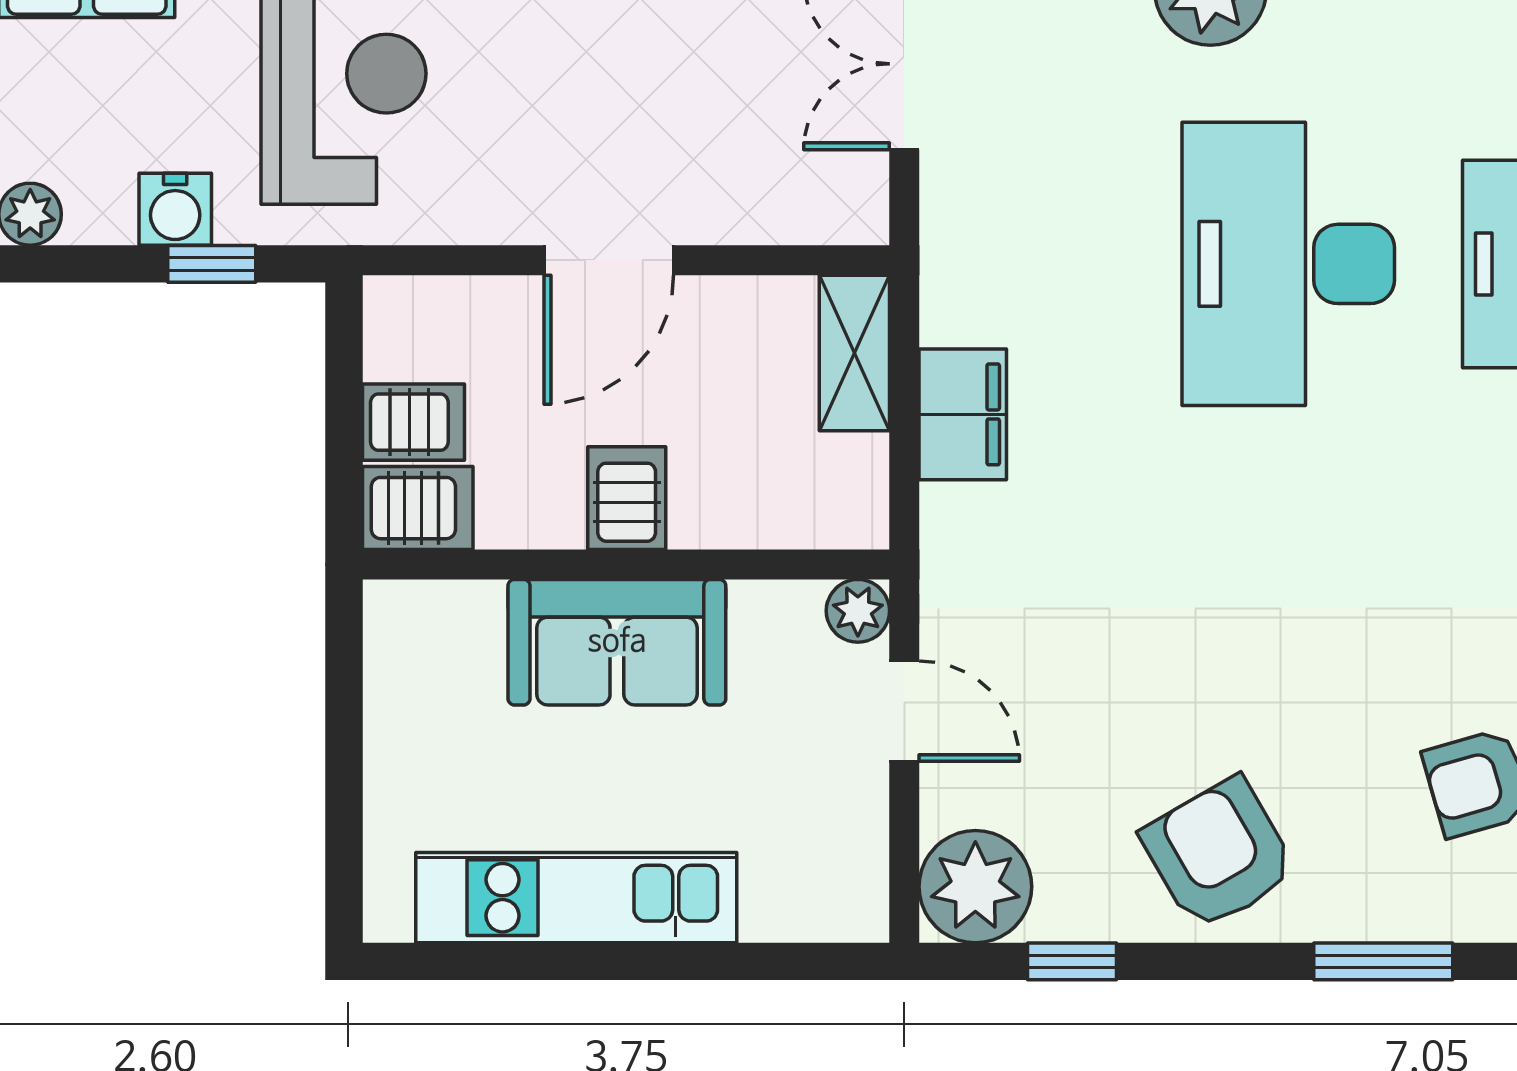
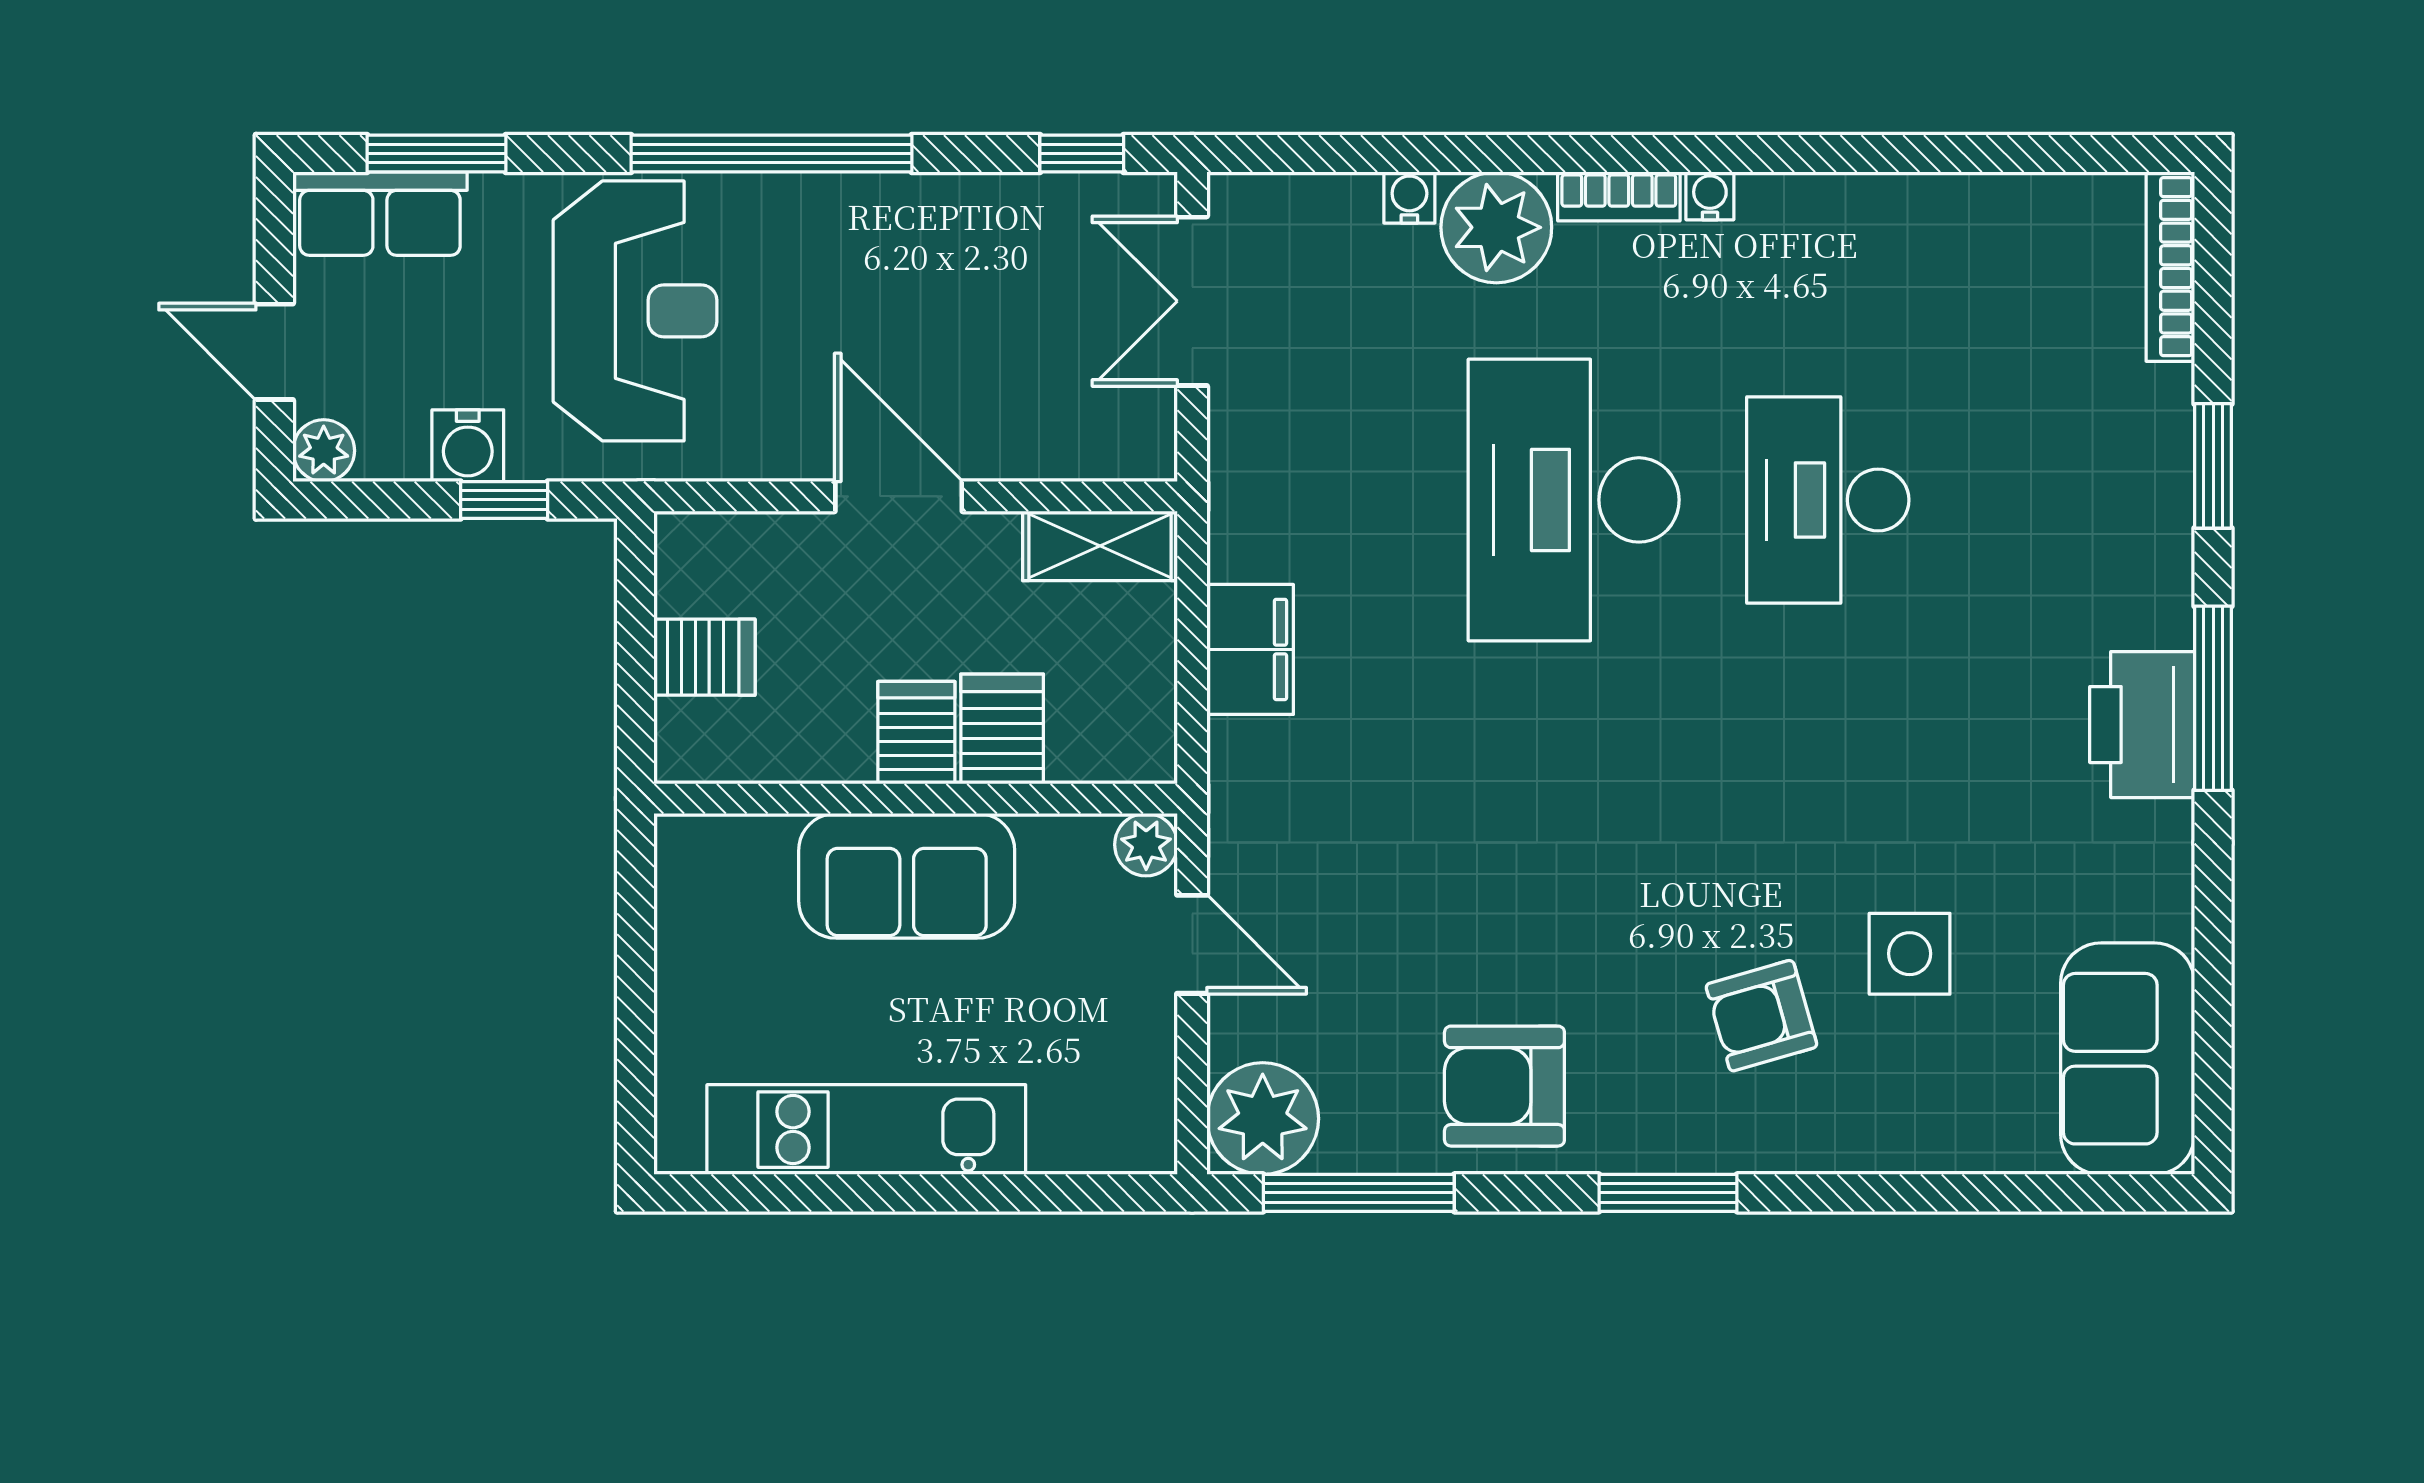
door: (609, 260) -> (899, 496), swing flipped
shelving: (854, 353) -> (1100, 546), moved, turned 90
server rack: (418, 508) -> (1002, 729), moved, turned -90
armchair: (1219, 854) -> (1504, 1086), turned -60
window: (1072, 961) -> (1359, 1193), width x2.17

